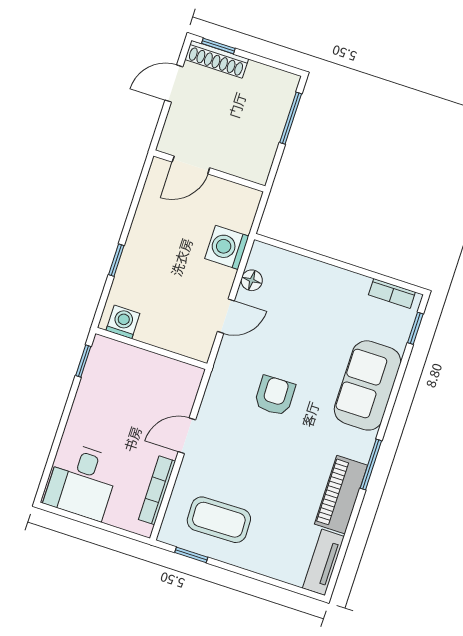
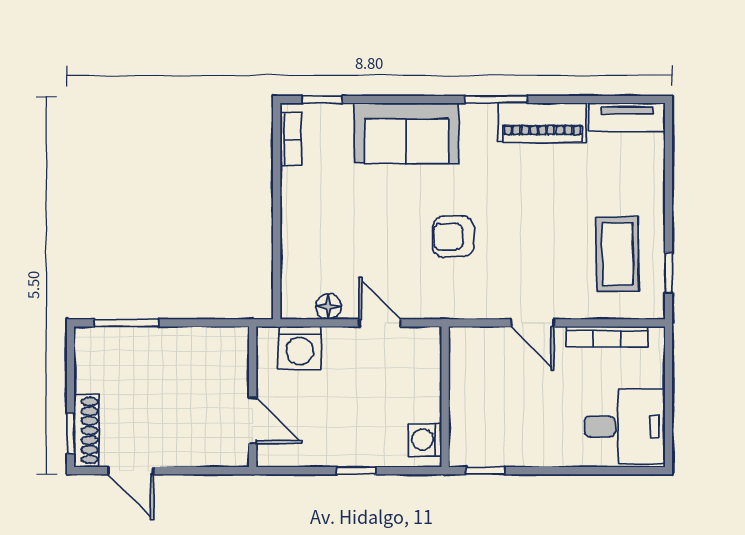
door: (191, 165) -> (253, 420), moved
wall: (209, 171) -> (253, 397), moved

